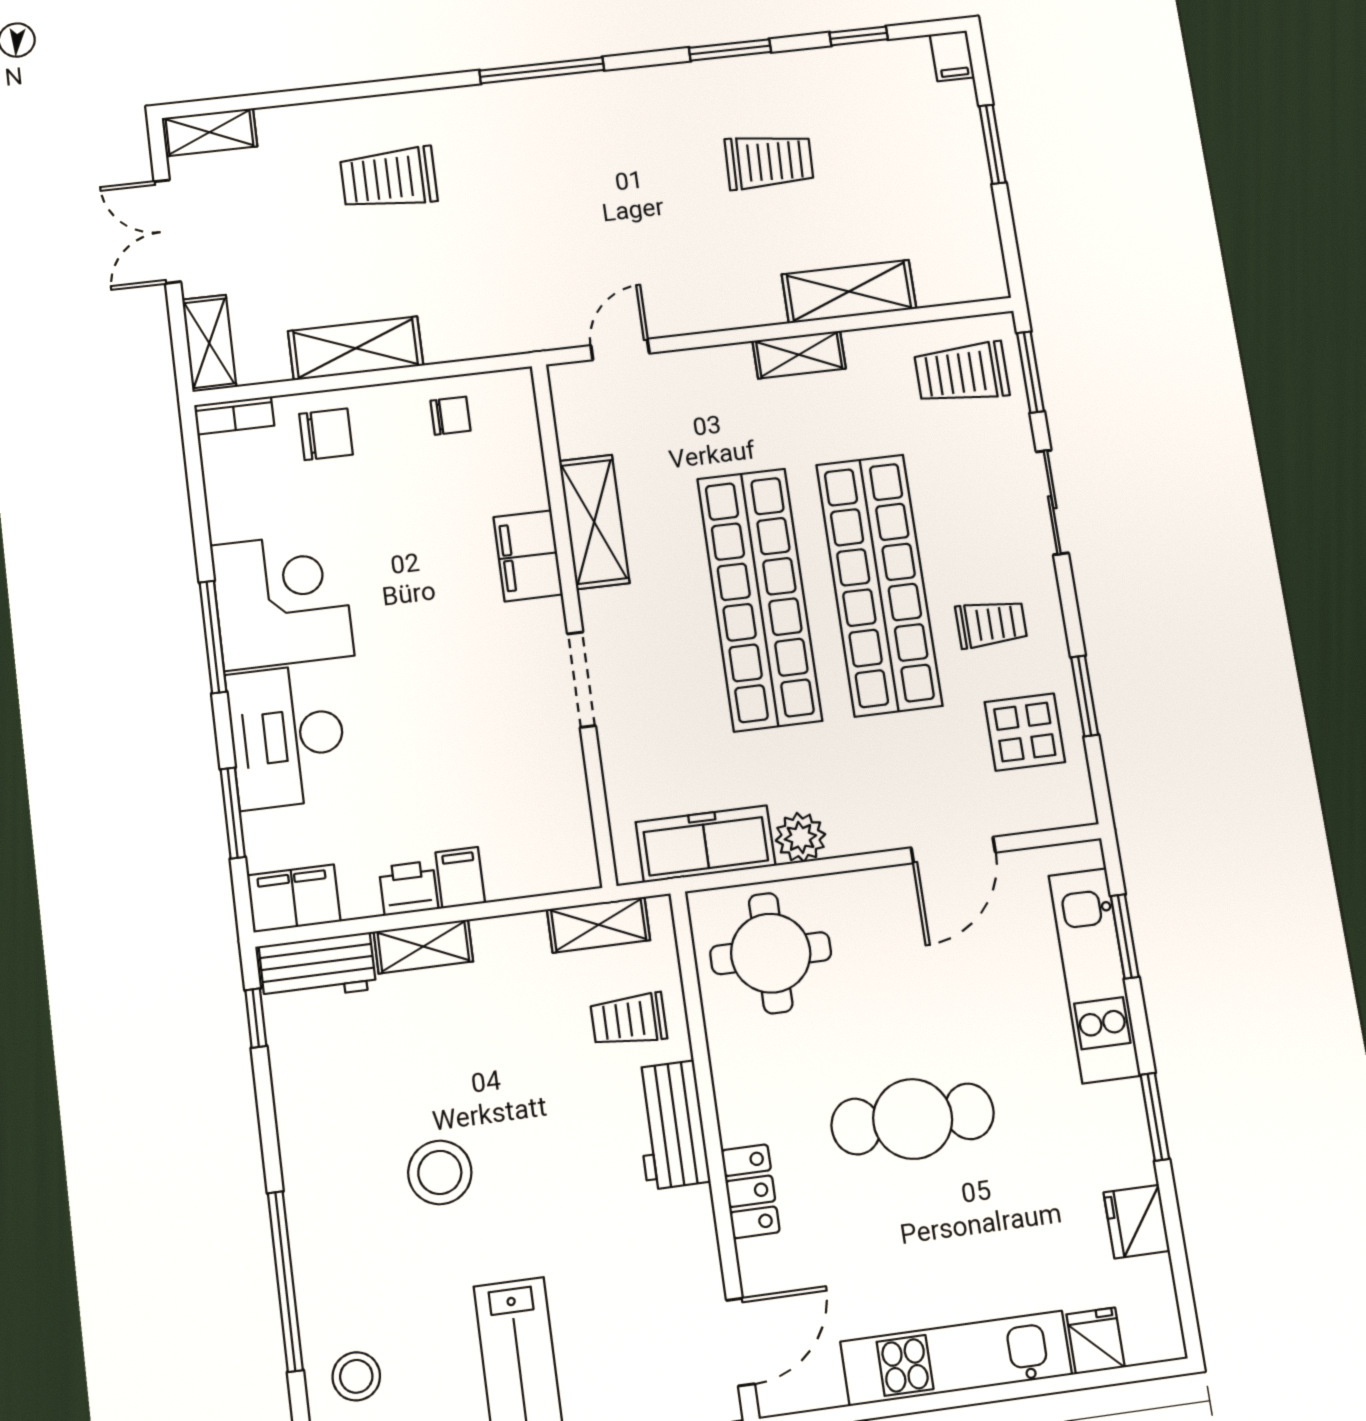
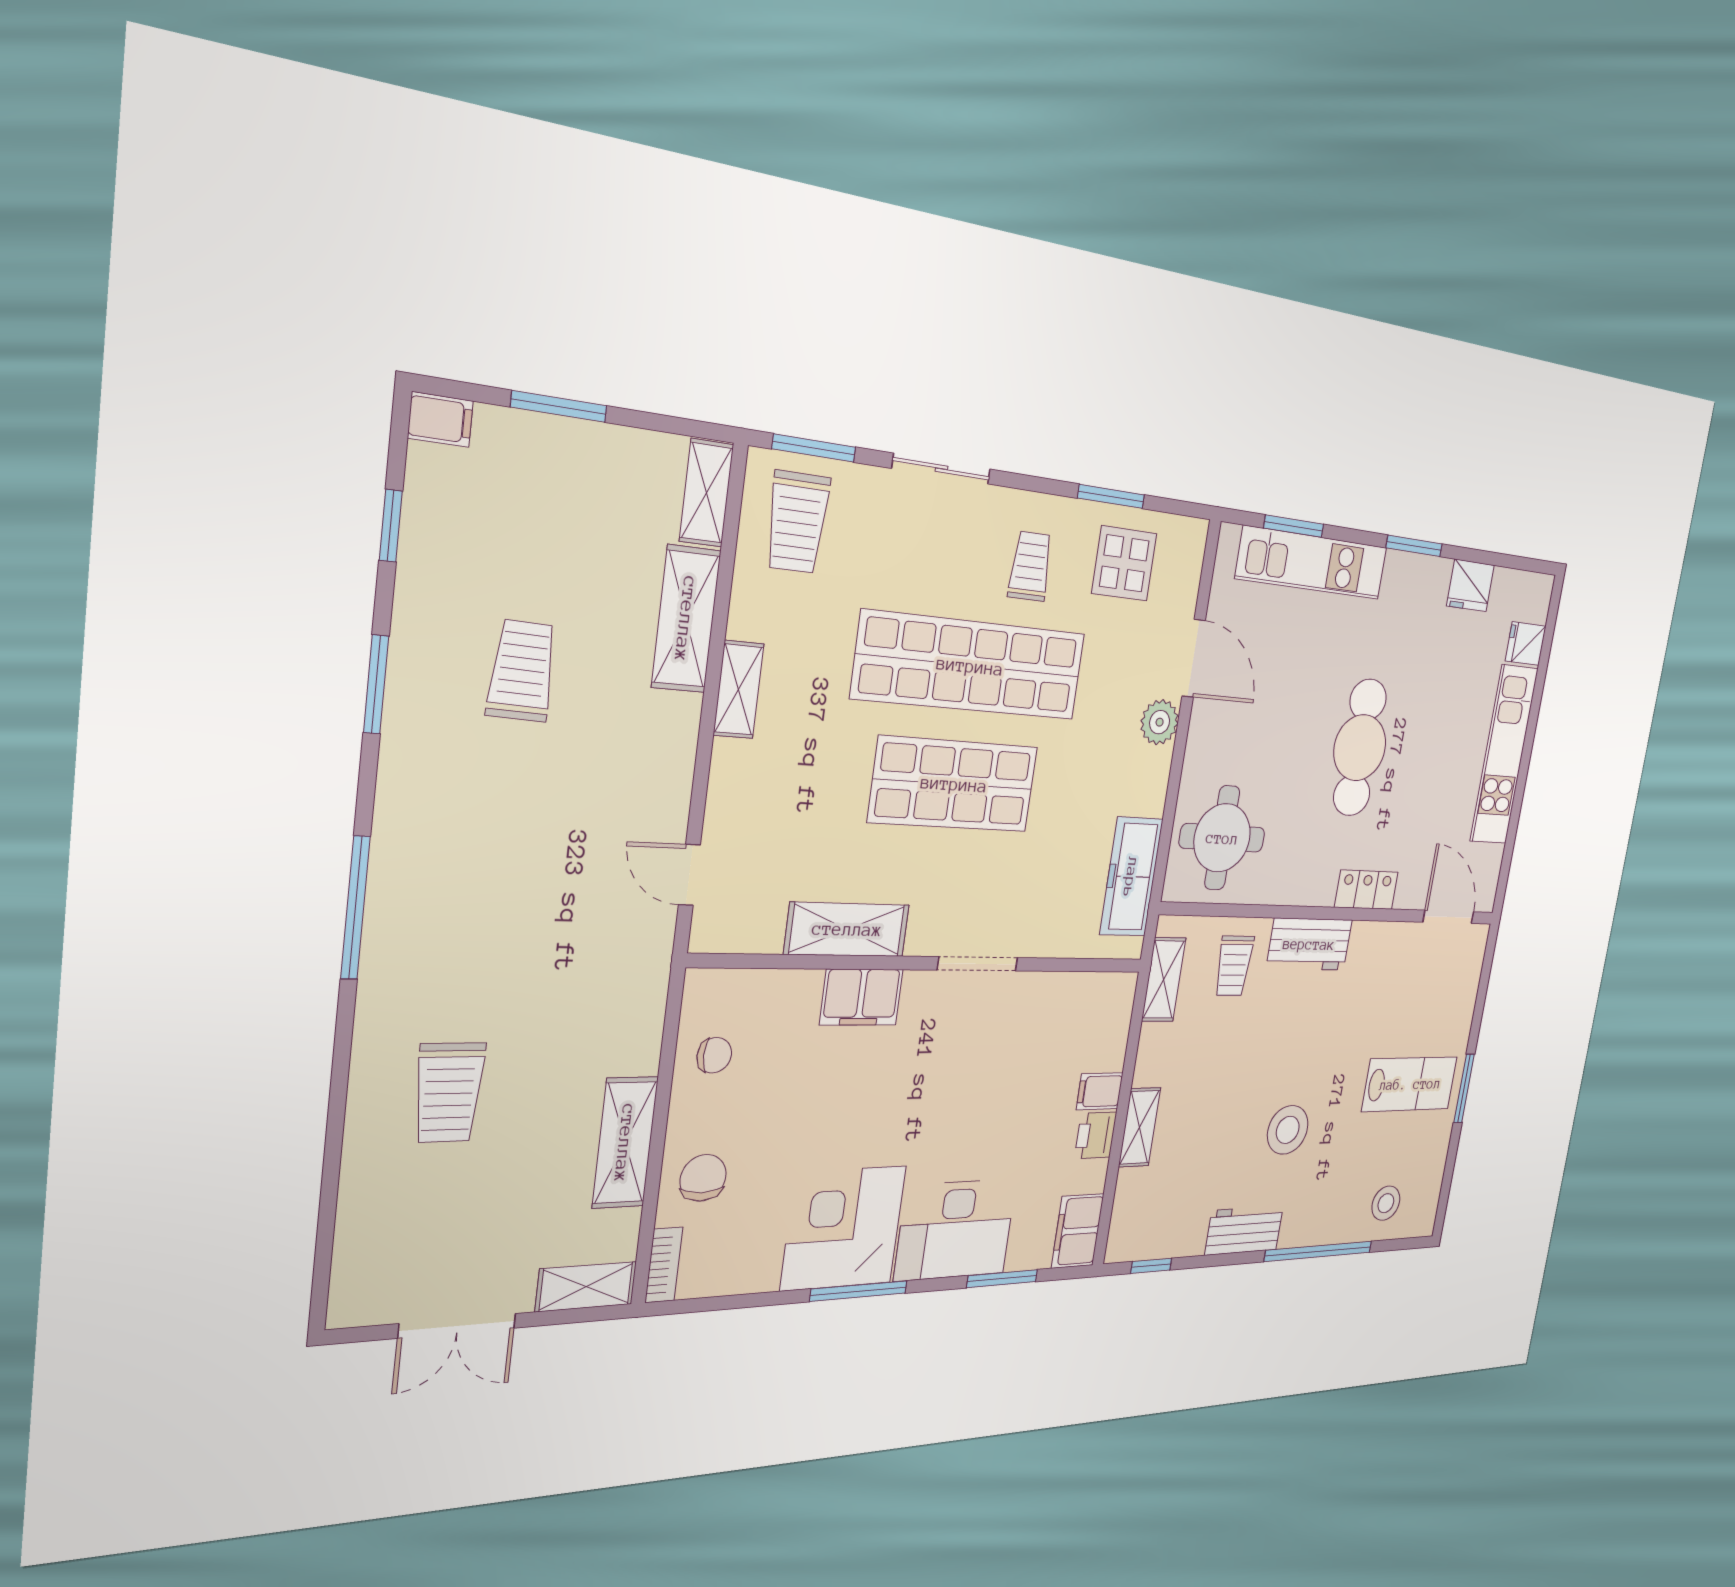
shelving: (209, 132) -> (706, 493), moved
chair: (450, 416) -> (714, 1055), turned 90
shop shelf: (760, 599) -> (954, 784), width x0.71
plant: (800, 837) -> (1160, 722), moved
workbench: (317, 967) -> (1244, 1230), moved, turned -90

